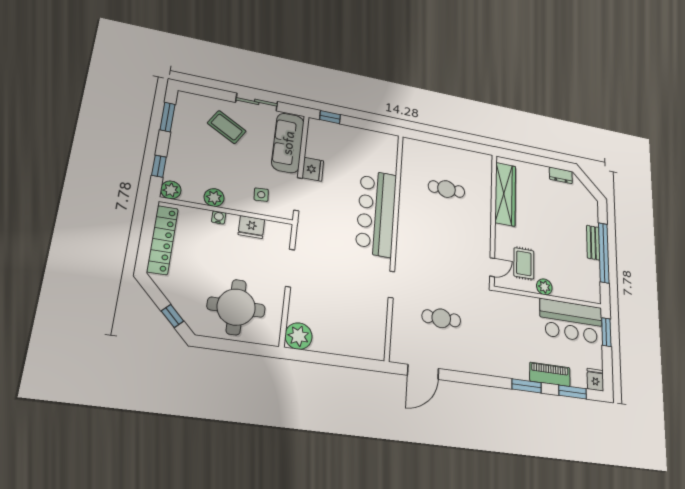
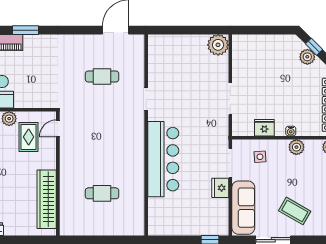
plant: (184, 304) -> (307, 57), added
round table: (236, 307) -> (268, 61), removed

